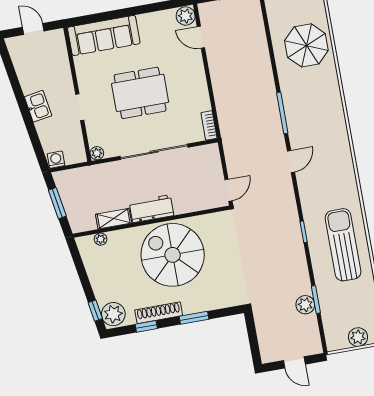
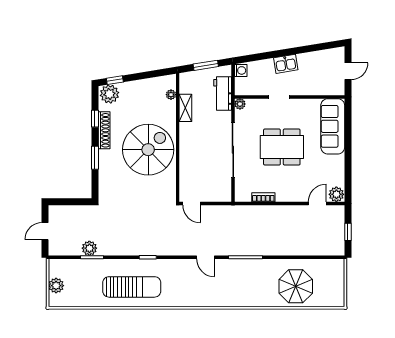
dining table: (140, 93) -> (282, 147), turned 90
bookcase: (209, 125) -> (263, 197), moved
workbench: (151, 209) -> (223, 94), moved, turned 180

